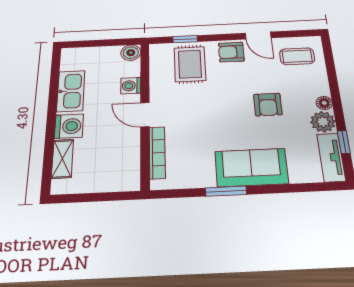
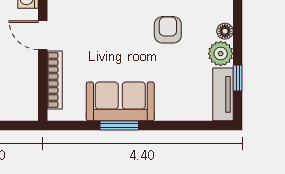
armchair: (268, 105) -> (168, 30), turned 180
sofa: (251, 167) -> (120, 101), moved

